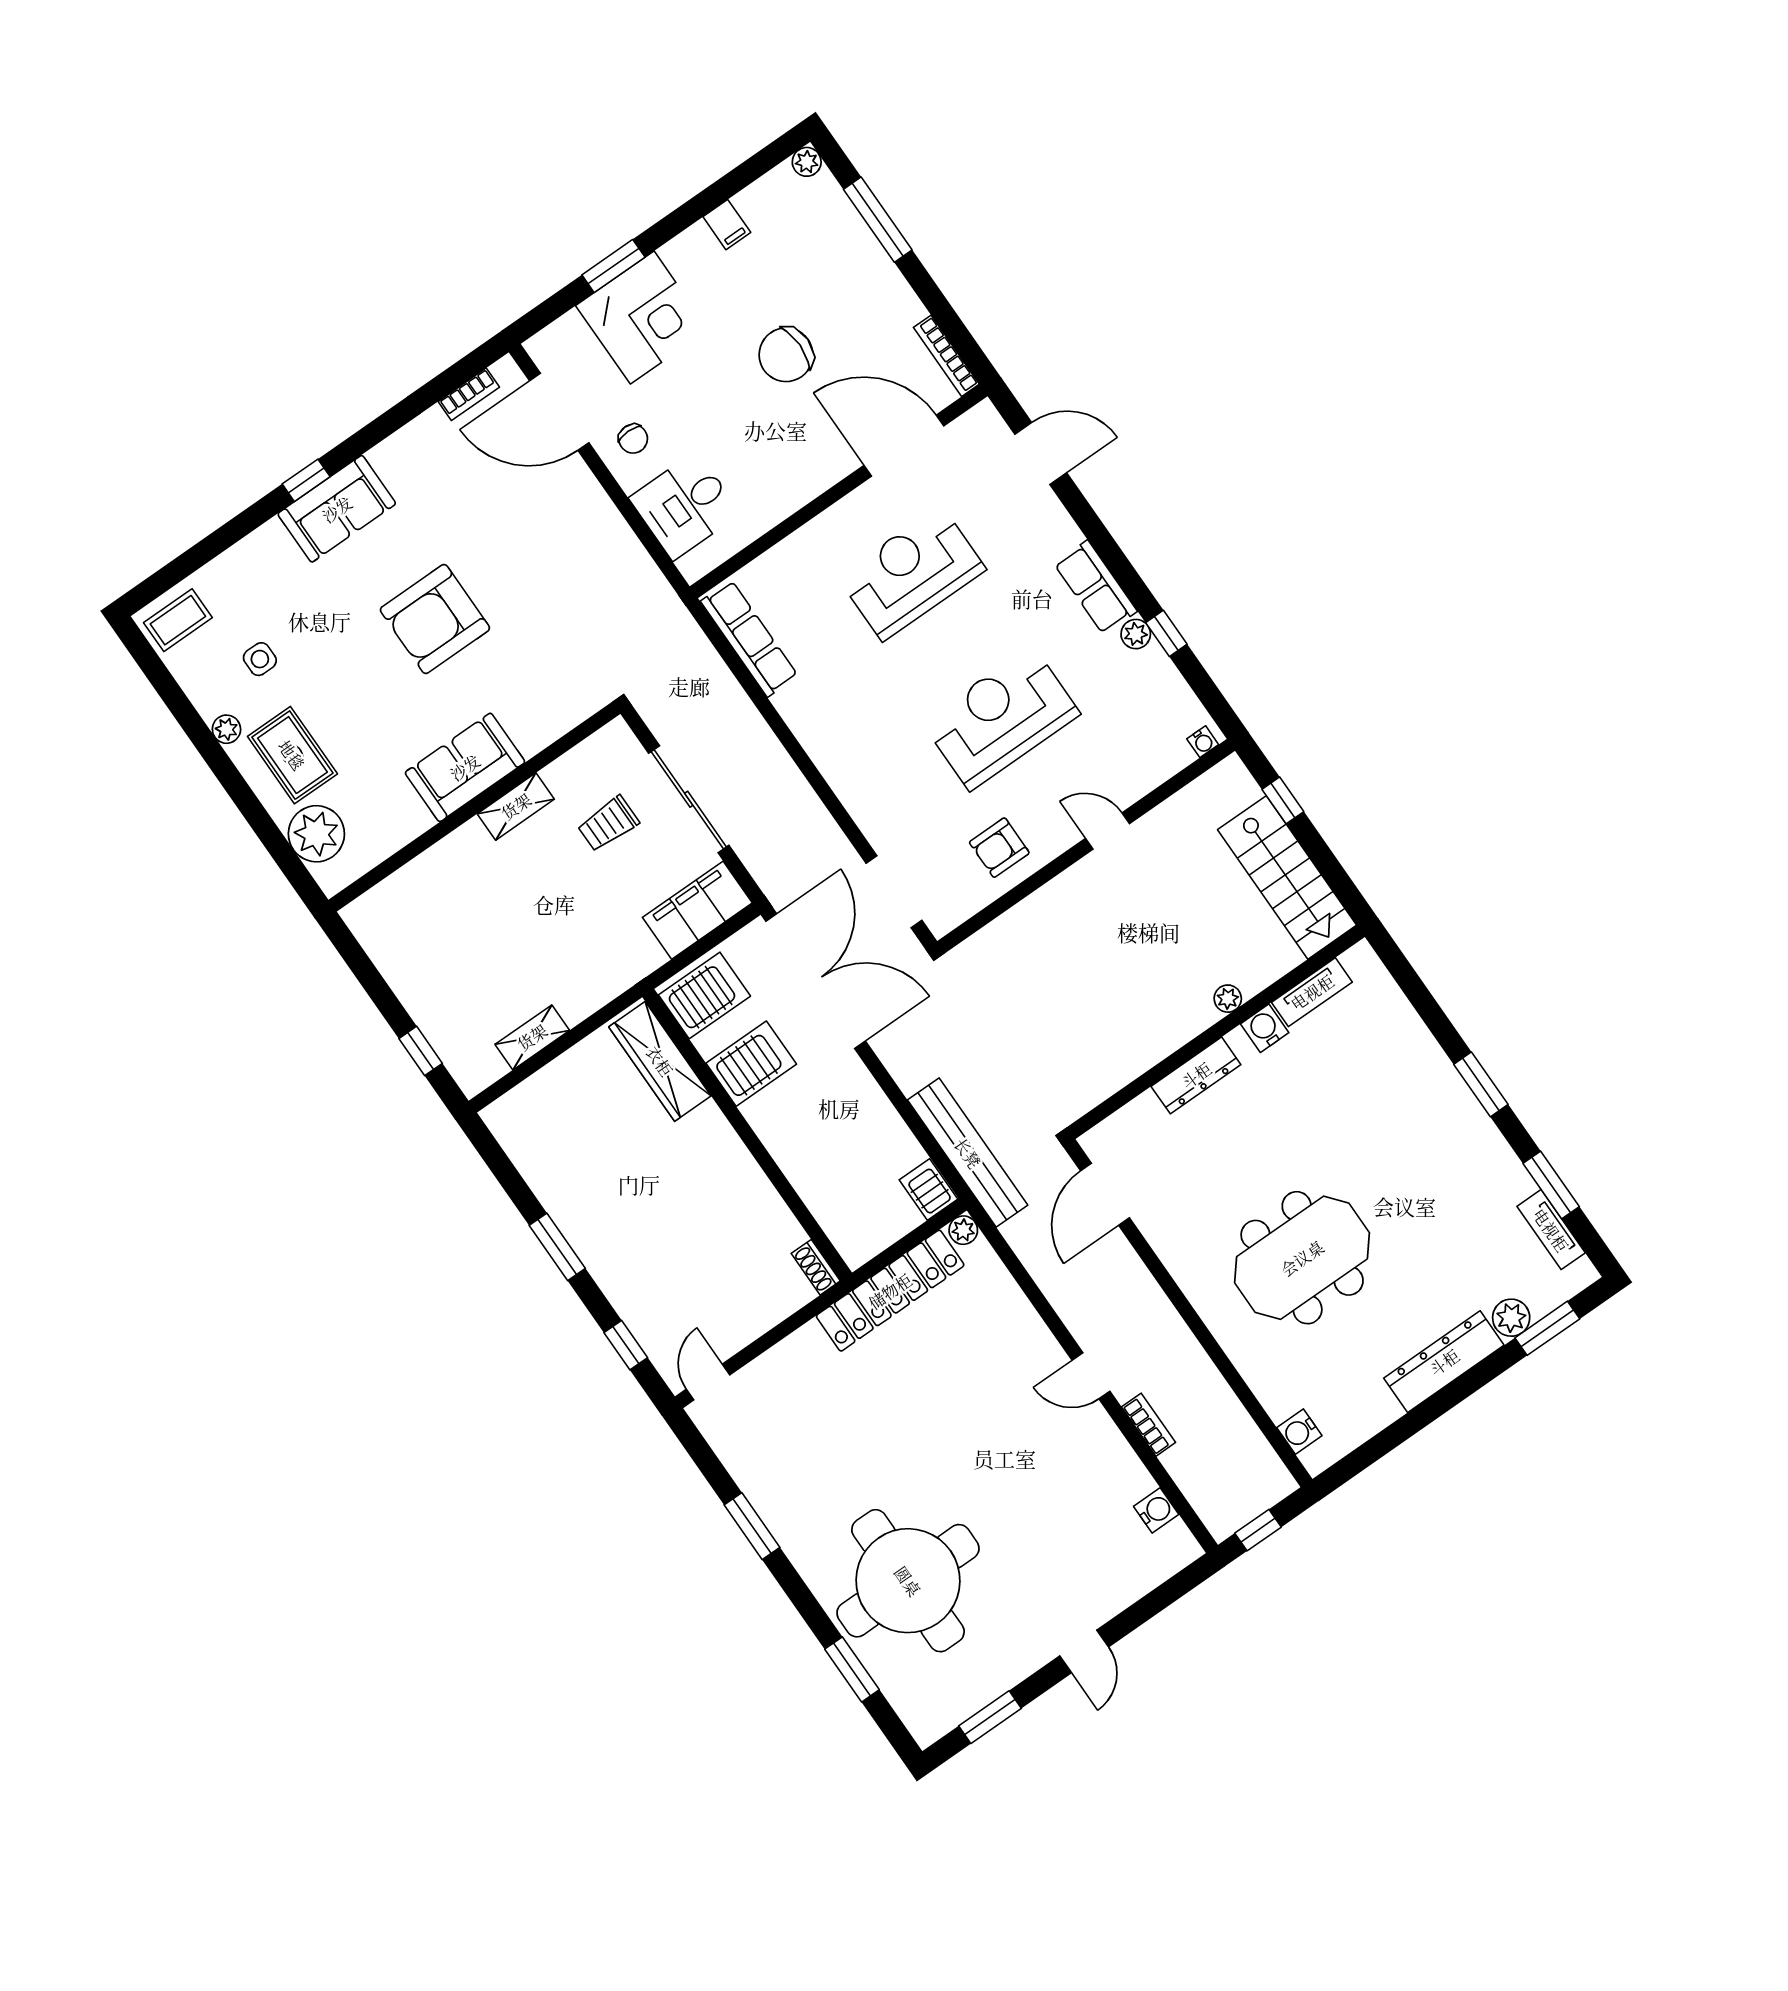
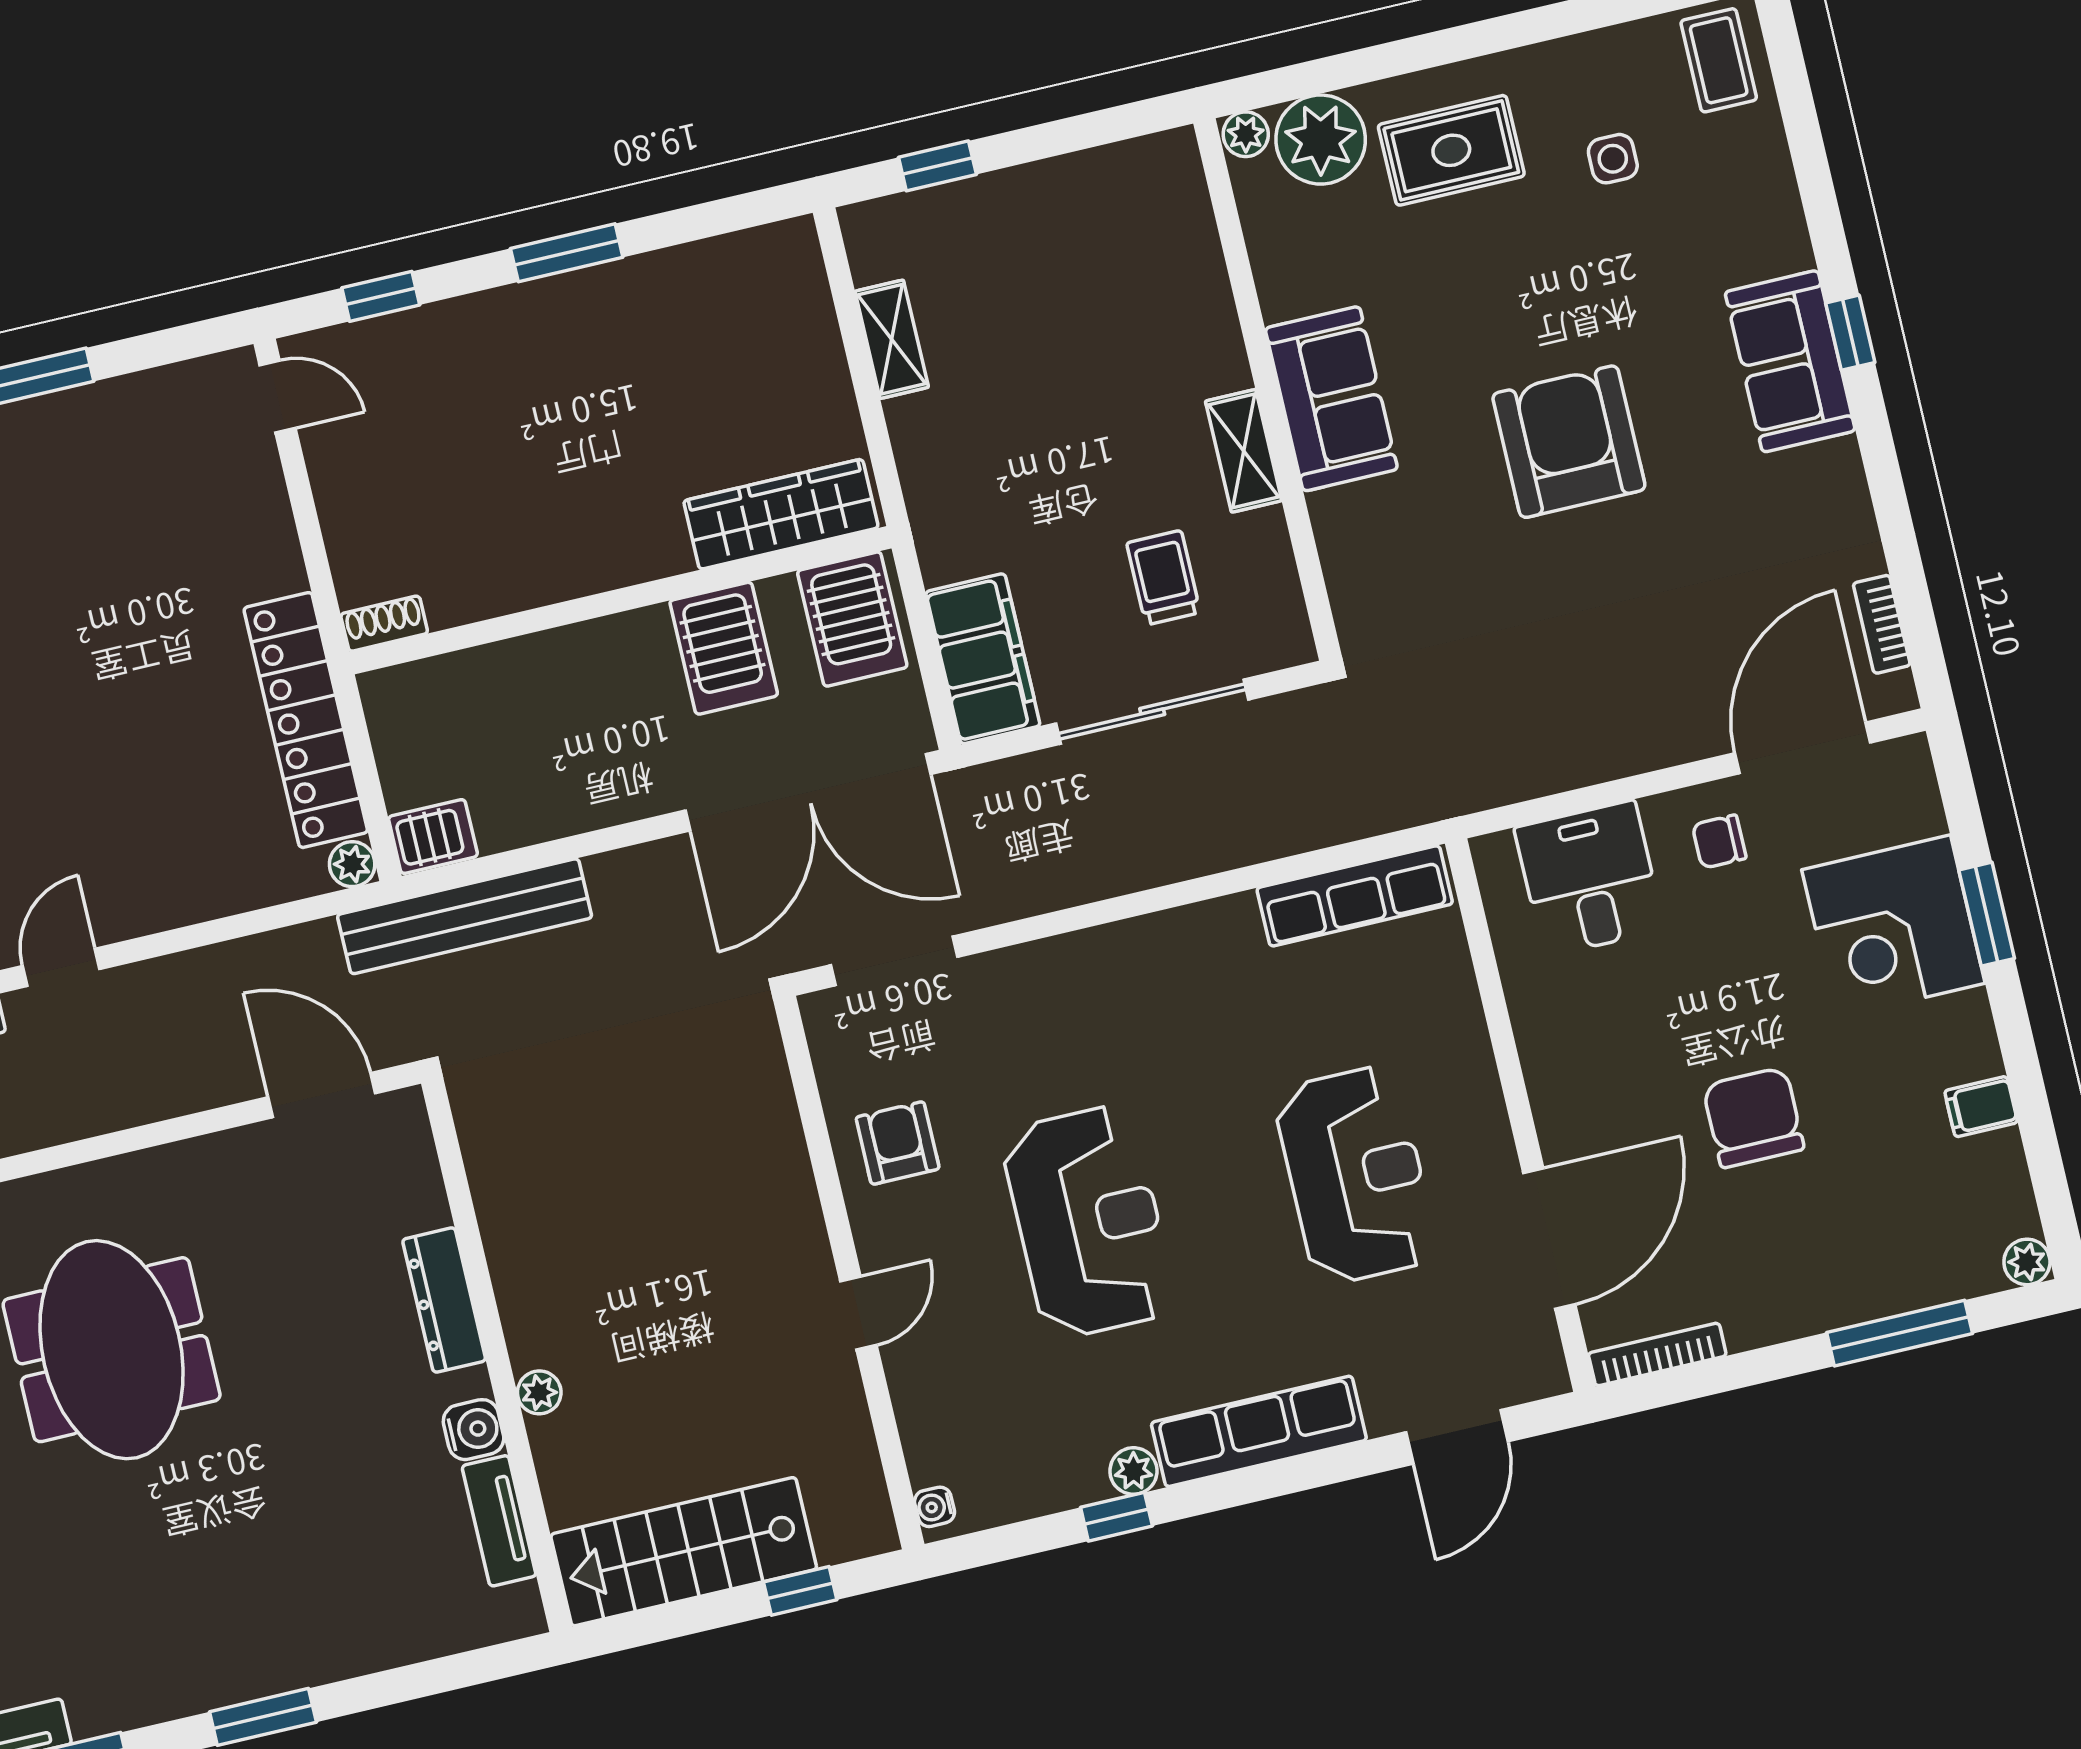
row of seats: (1096, 587) -> (1259, 1431), width x1.48
plant: (226, 729) -> (1246, 134), moved

